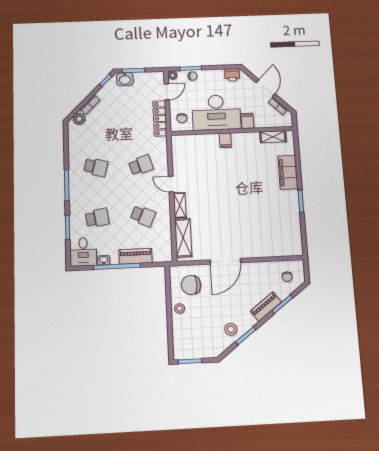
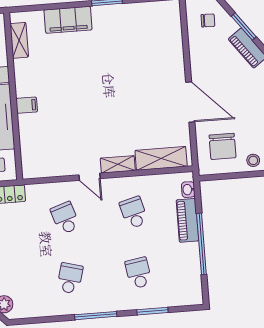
door: (171, 184) -> (90, 177), hinge flipped
school desk: (143, 216) -> (134, 213), turned -39
desk: (83, 252) -> (184, 289), removed
washbasin: (104, 260) -> (188, 190), moved

